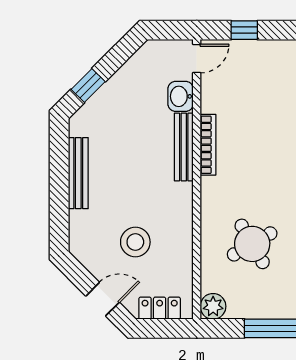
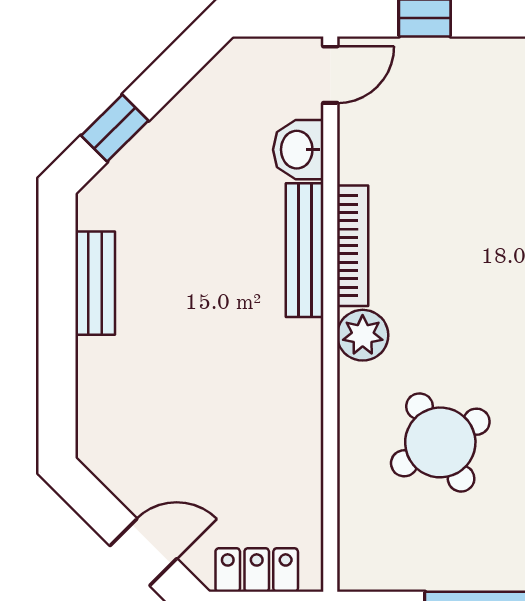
bench: (78, 173) -> (95, 283), width x0.73
stool: (135, 242) -> (208, 439), removed
plant: (213, 306) -> (363, 335), moved

